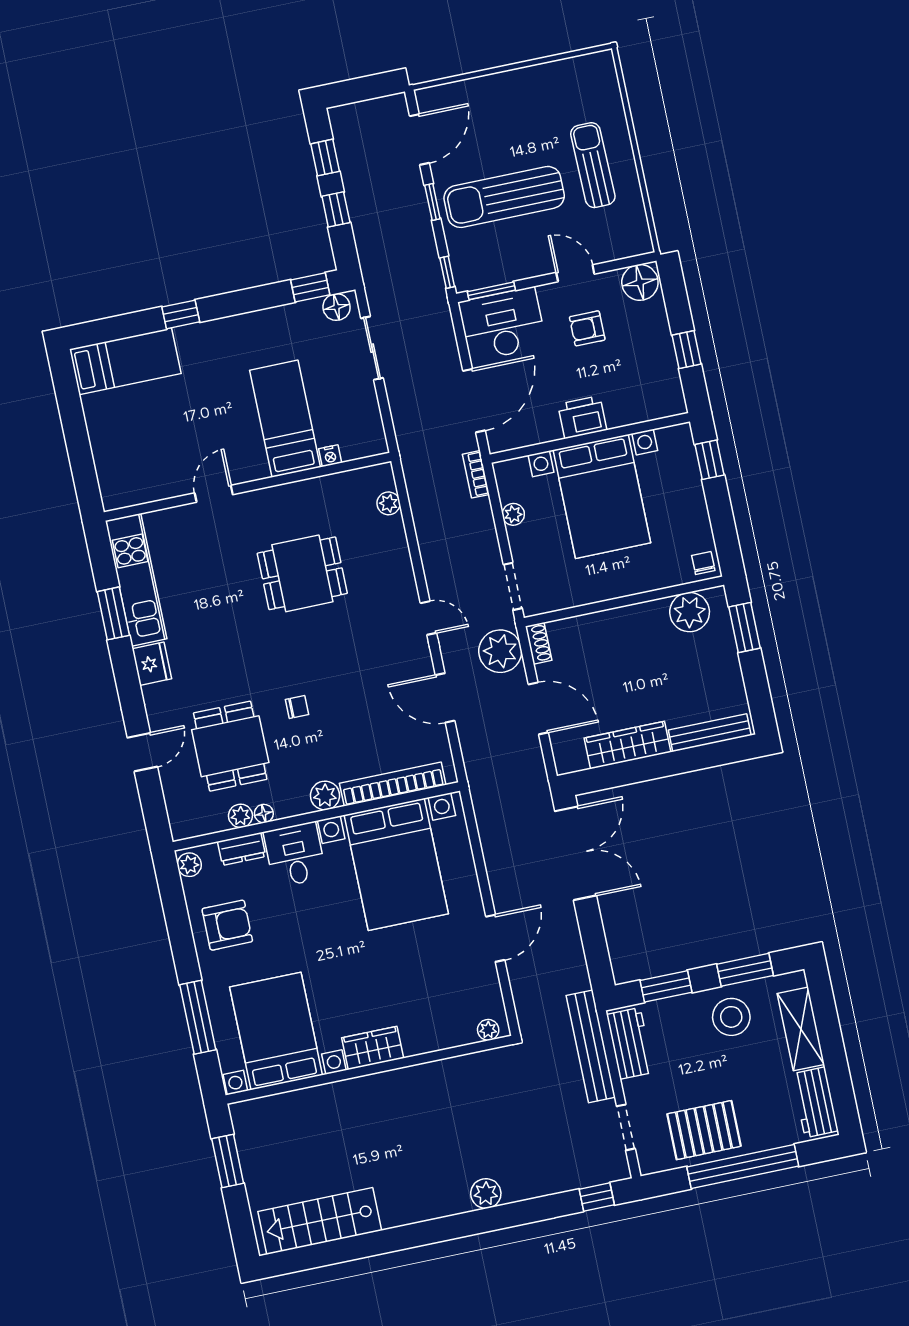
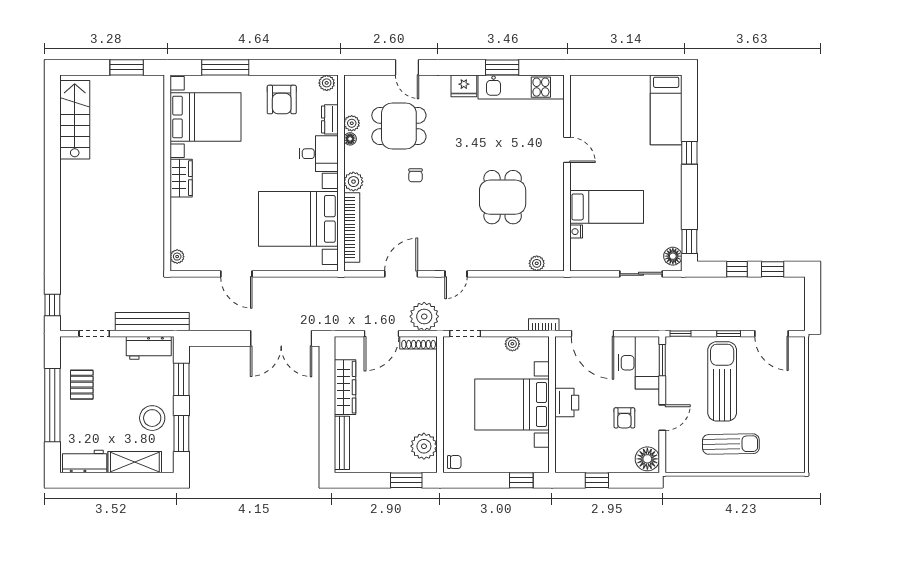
armchair: (587, 328) -> (624, 418), turned 180
shoe rack: (539, 643) -> (419, 343), width x1.43
pallet: (704, 1130) -> (82, 385), width x0.67, depth x0.71
plant: (486, 1194) -> (70, 233), removed

